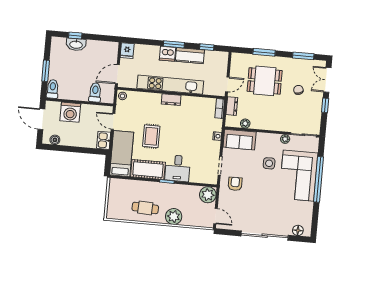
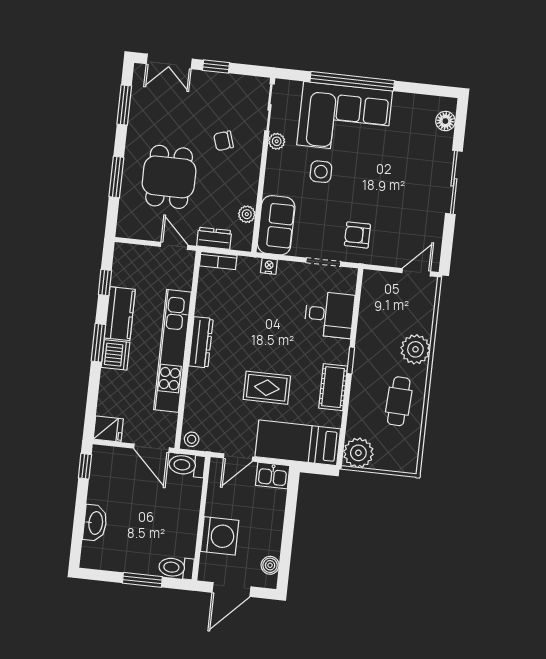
window: (75, 35) -> (85, 466), moved
chair: (298, 90) -> (224, 141), moved
toilet: (95, 92) -> (187, 465), moved
dresser: (171, 100) -> (201, 342), width x1.44
desk: (178, 168) -> (329, 315), moved
cot: (148, 170) -> (333, 387), width x0.73, depth x0.75
plant: (208, 195) -> (358, 453), moved
sliding door: (265, 236) -> (454, 182), width x0.73

